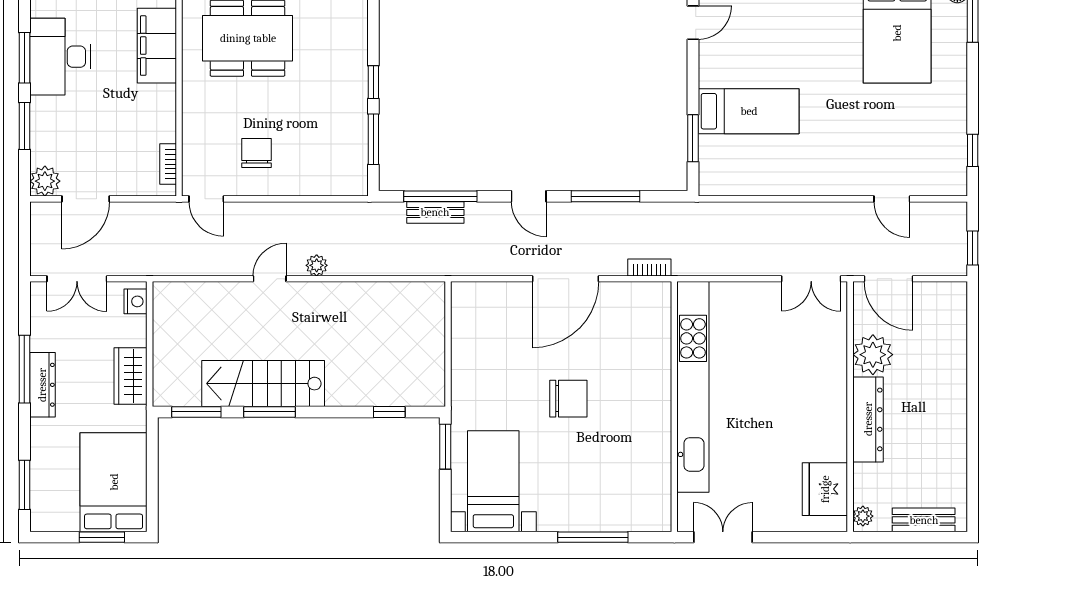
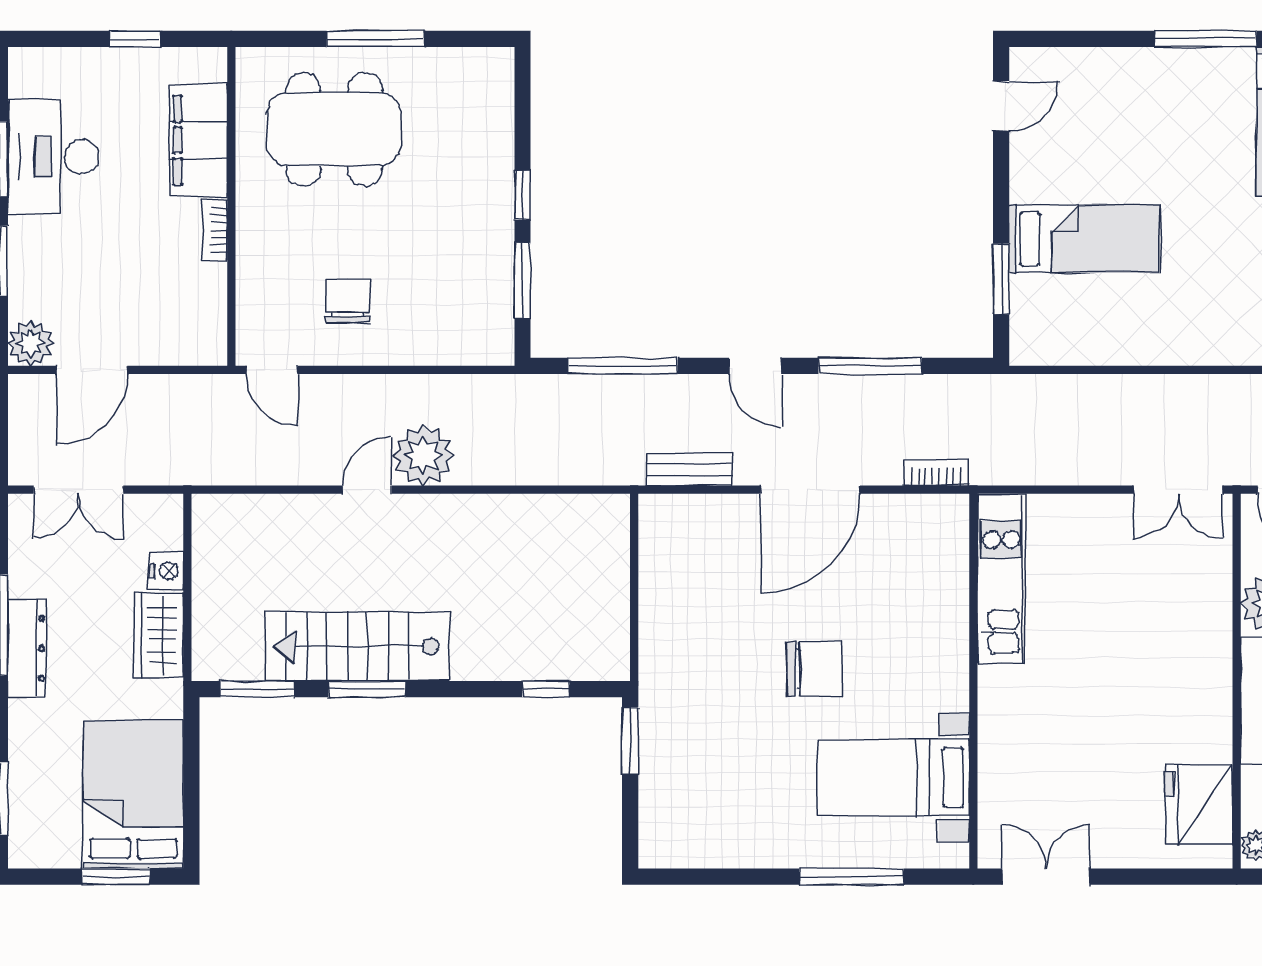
bookcase: (168, 164) -> (215, 230), moved
bench: (435, 212) -> (689, 469), moved
plant: (317, 265) -> (423, 455), width x1.88, depth x1.88
nightstand: (136, 301) -> (166, 571), moved
kitchen unit: (693, 387) -> (1001, 579), width x0.54
bed with nightstands: (493, 481) -> (894, 778), moved, turned -90

